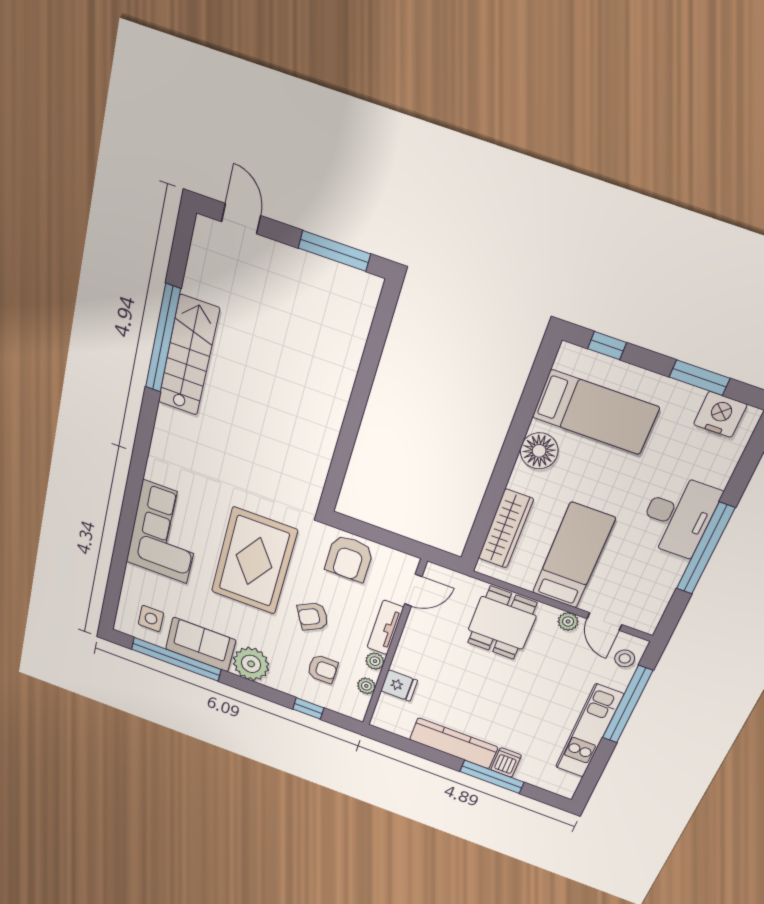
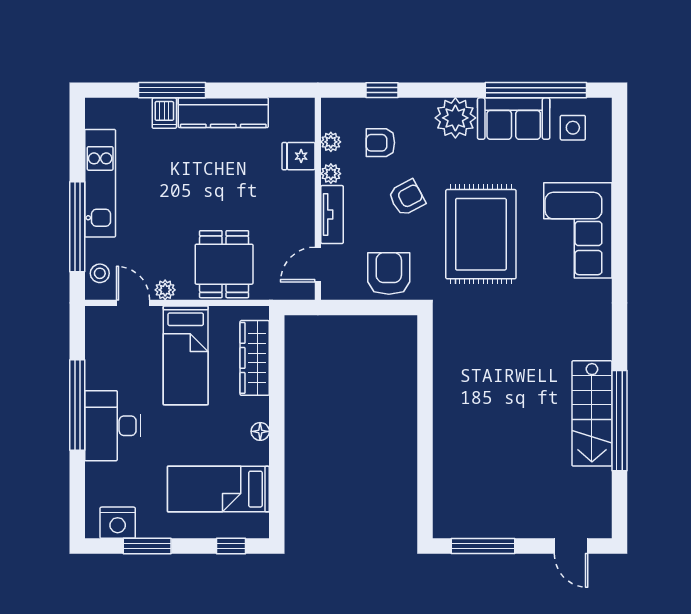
floor lamp: (539, 451) -> (260, 431), width x0.53, depth x0.53

